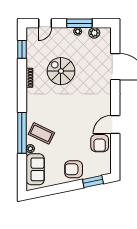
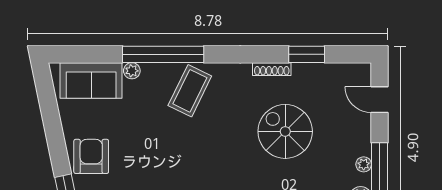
window: (22, 49) -> (307, 54), moved
spiral stairs: (61, 71) -> (285, 131), turned -90
coffee table: (41, 133) -> (190, 91), moved

